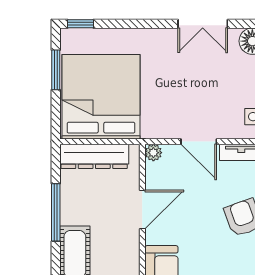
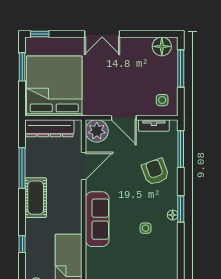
double door: (203, 24) -> (102, 34), moved
plant: (153, 153) -> (97, 131), width x1.88, depth x1.88

